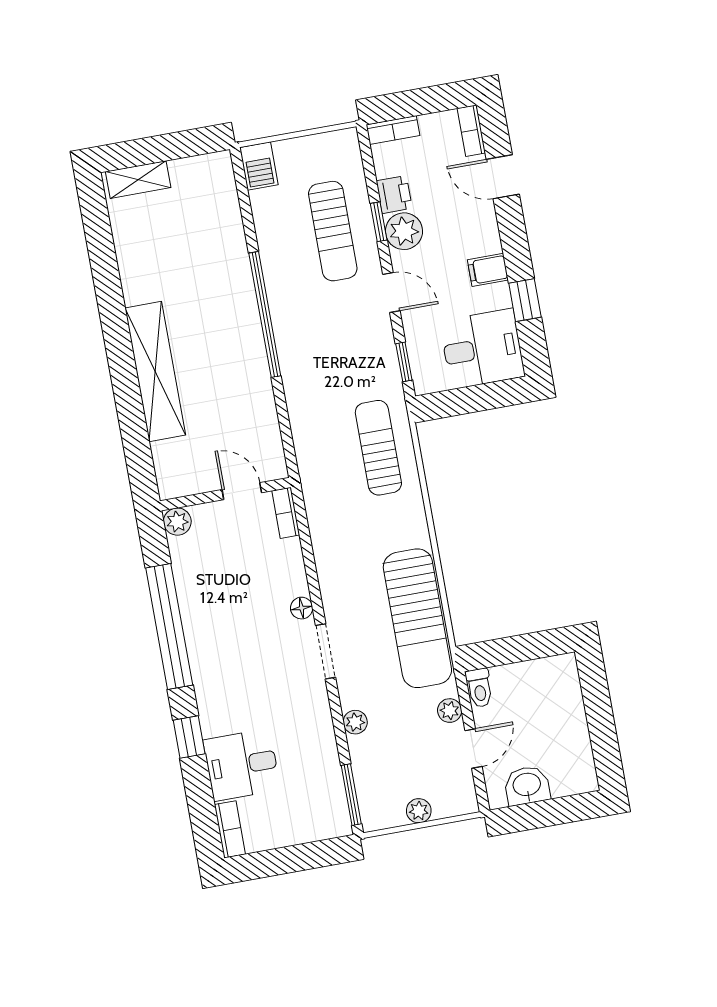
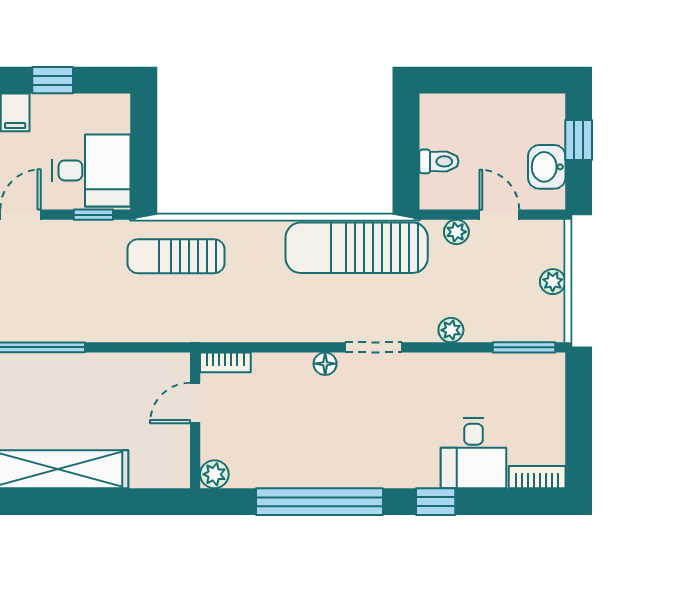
desk: (482, 349) -> (91, 170), moved, turned 90
sun lounger: (417, 618) -> (357, 248), turned 180
toilet: (479, 688) -> (439, 161), moved
window: (558, 811) -> (579, 140), added

